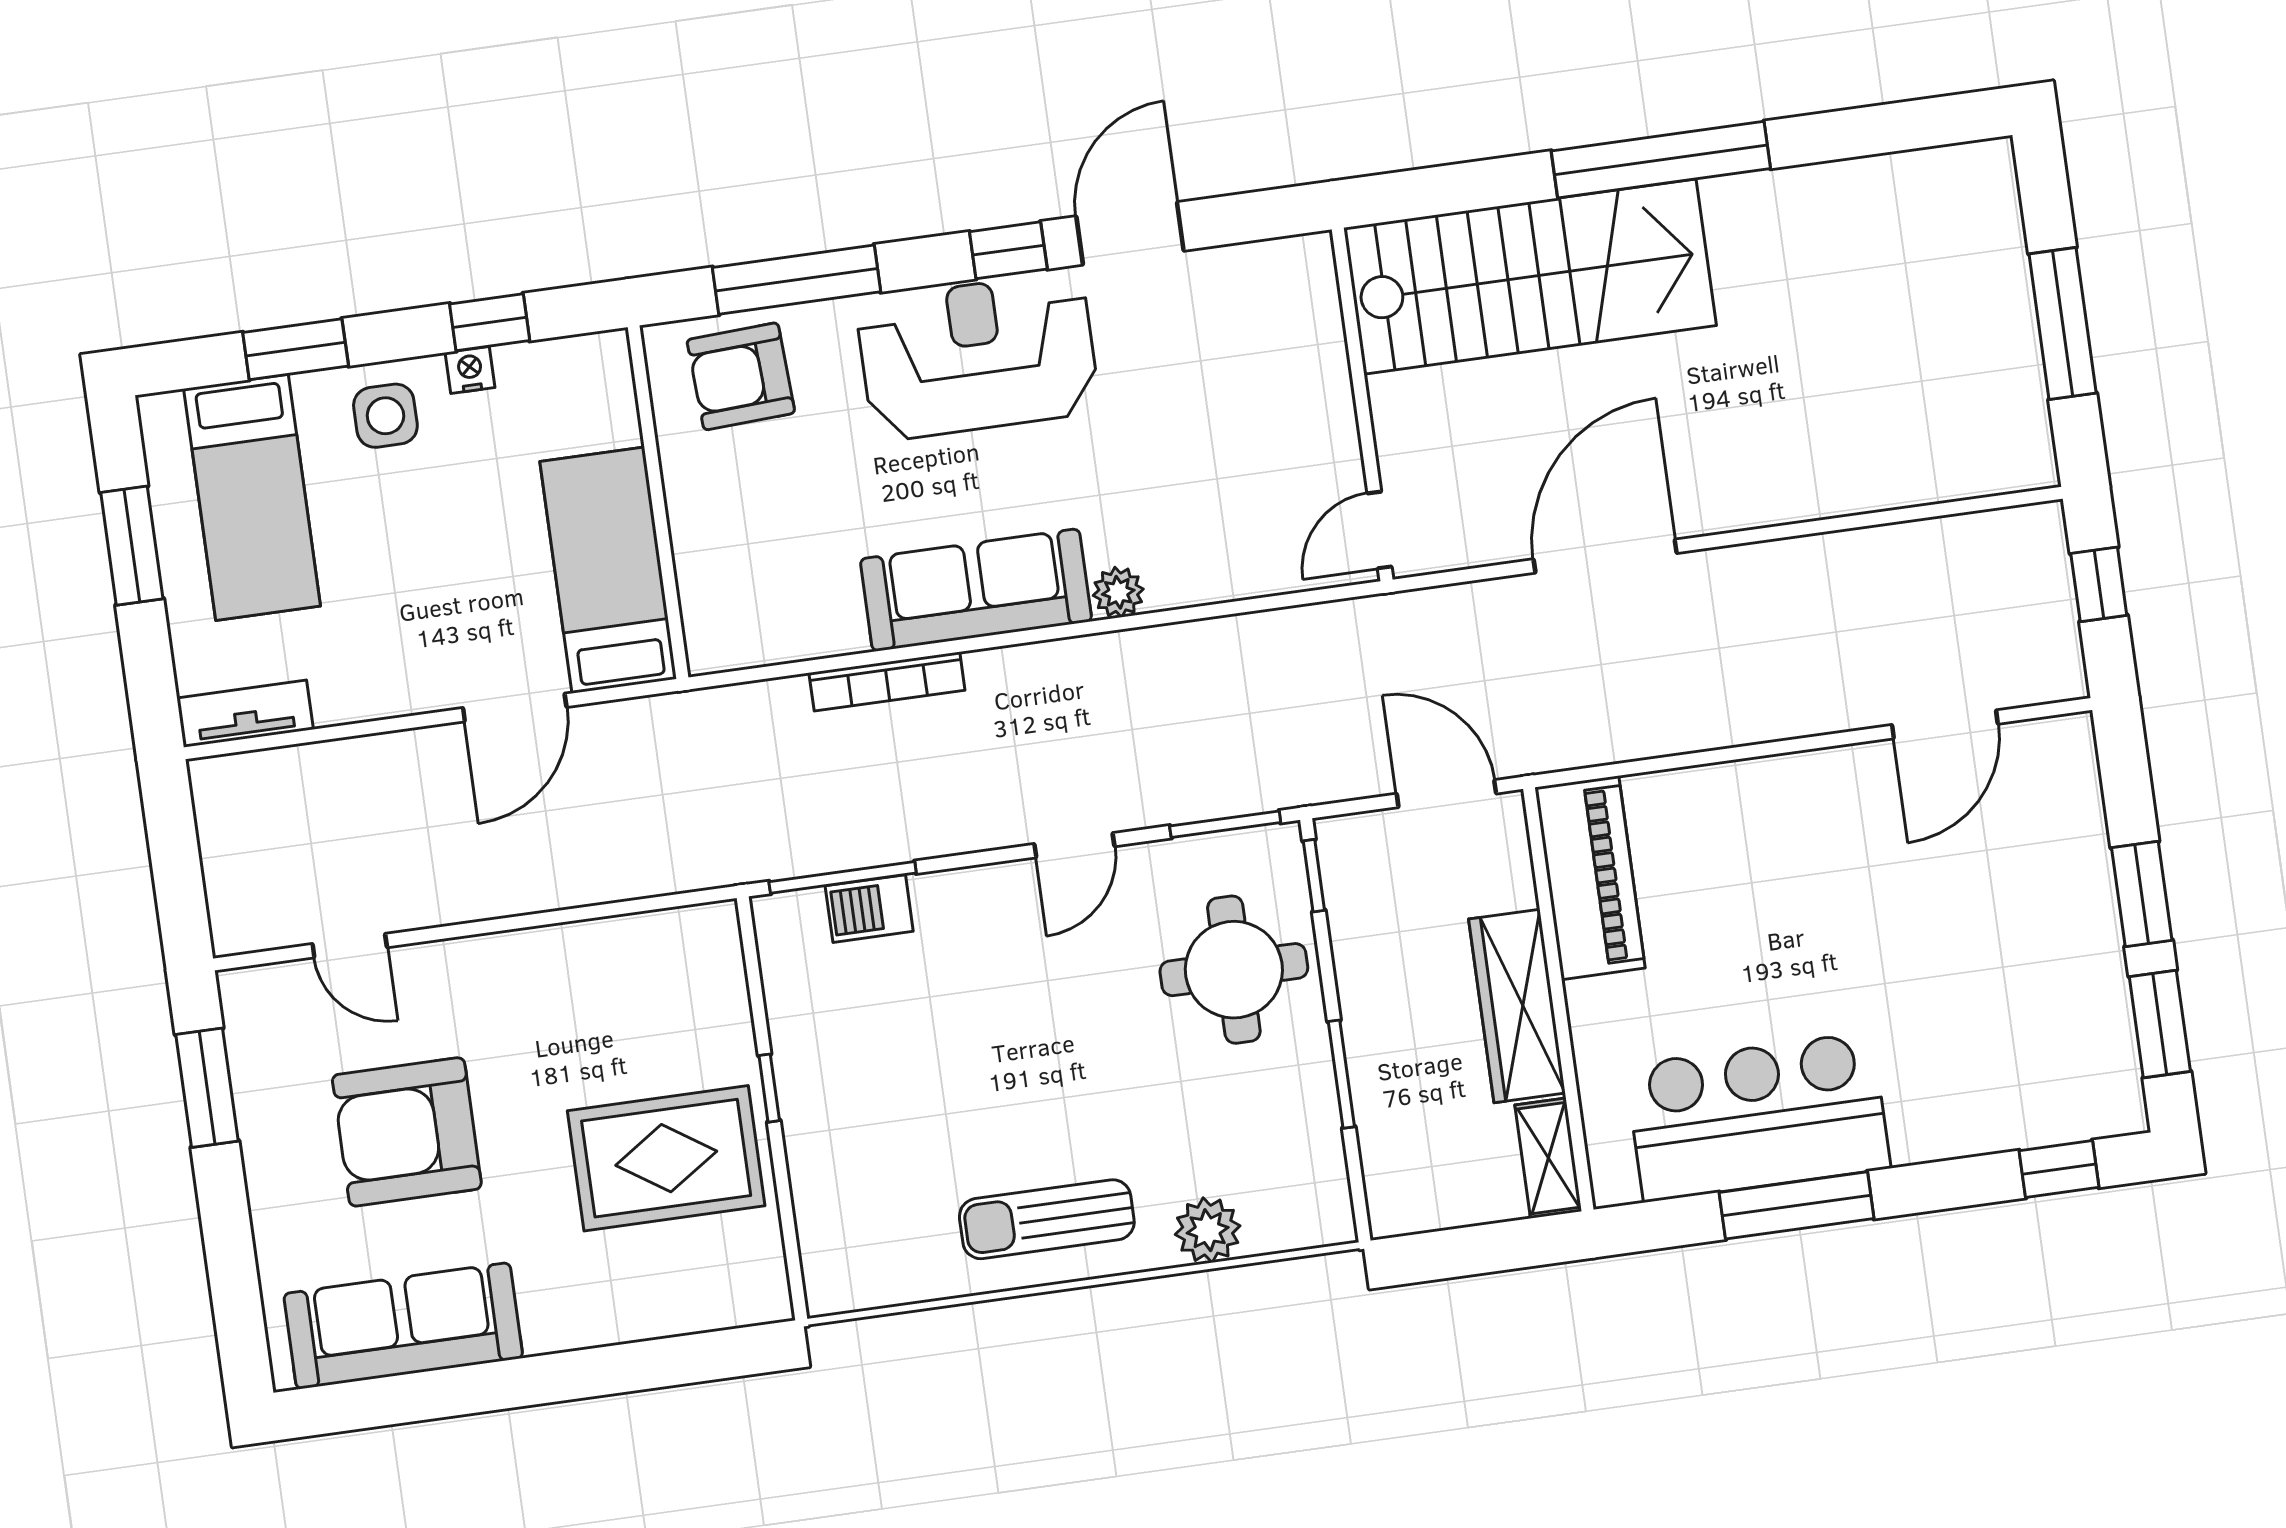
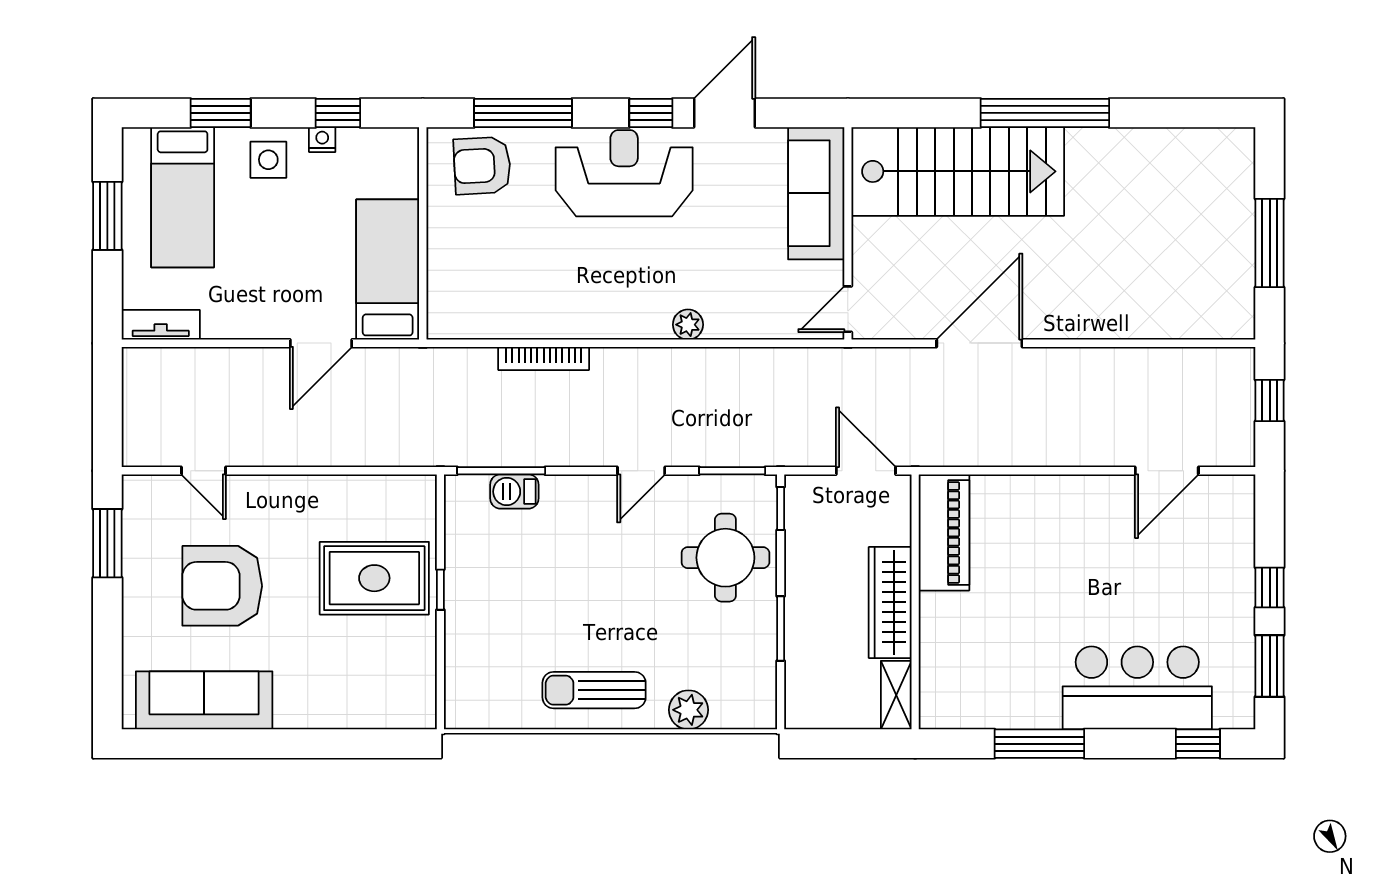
sofa: (976, 590) -> (816, 193), moved, turned -90
window: (2142, 894) -> (1270, 587), width x0.67
bar counter: (1758, 1117) -> (1137, 688), moved
rug: (666, 1158) -> (374, 578), moved

